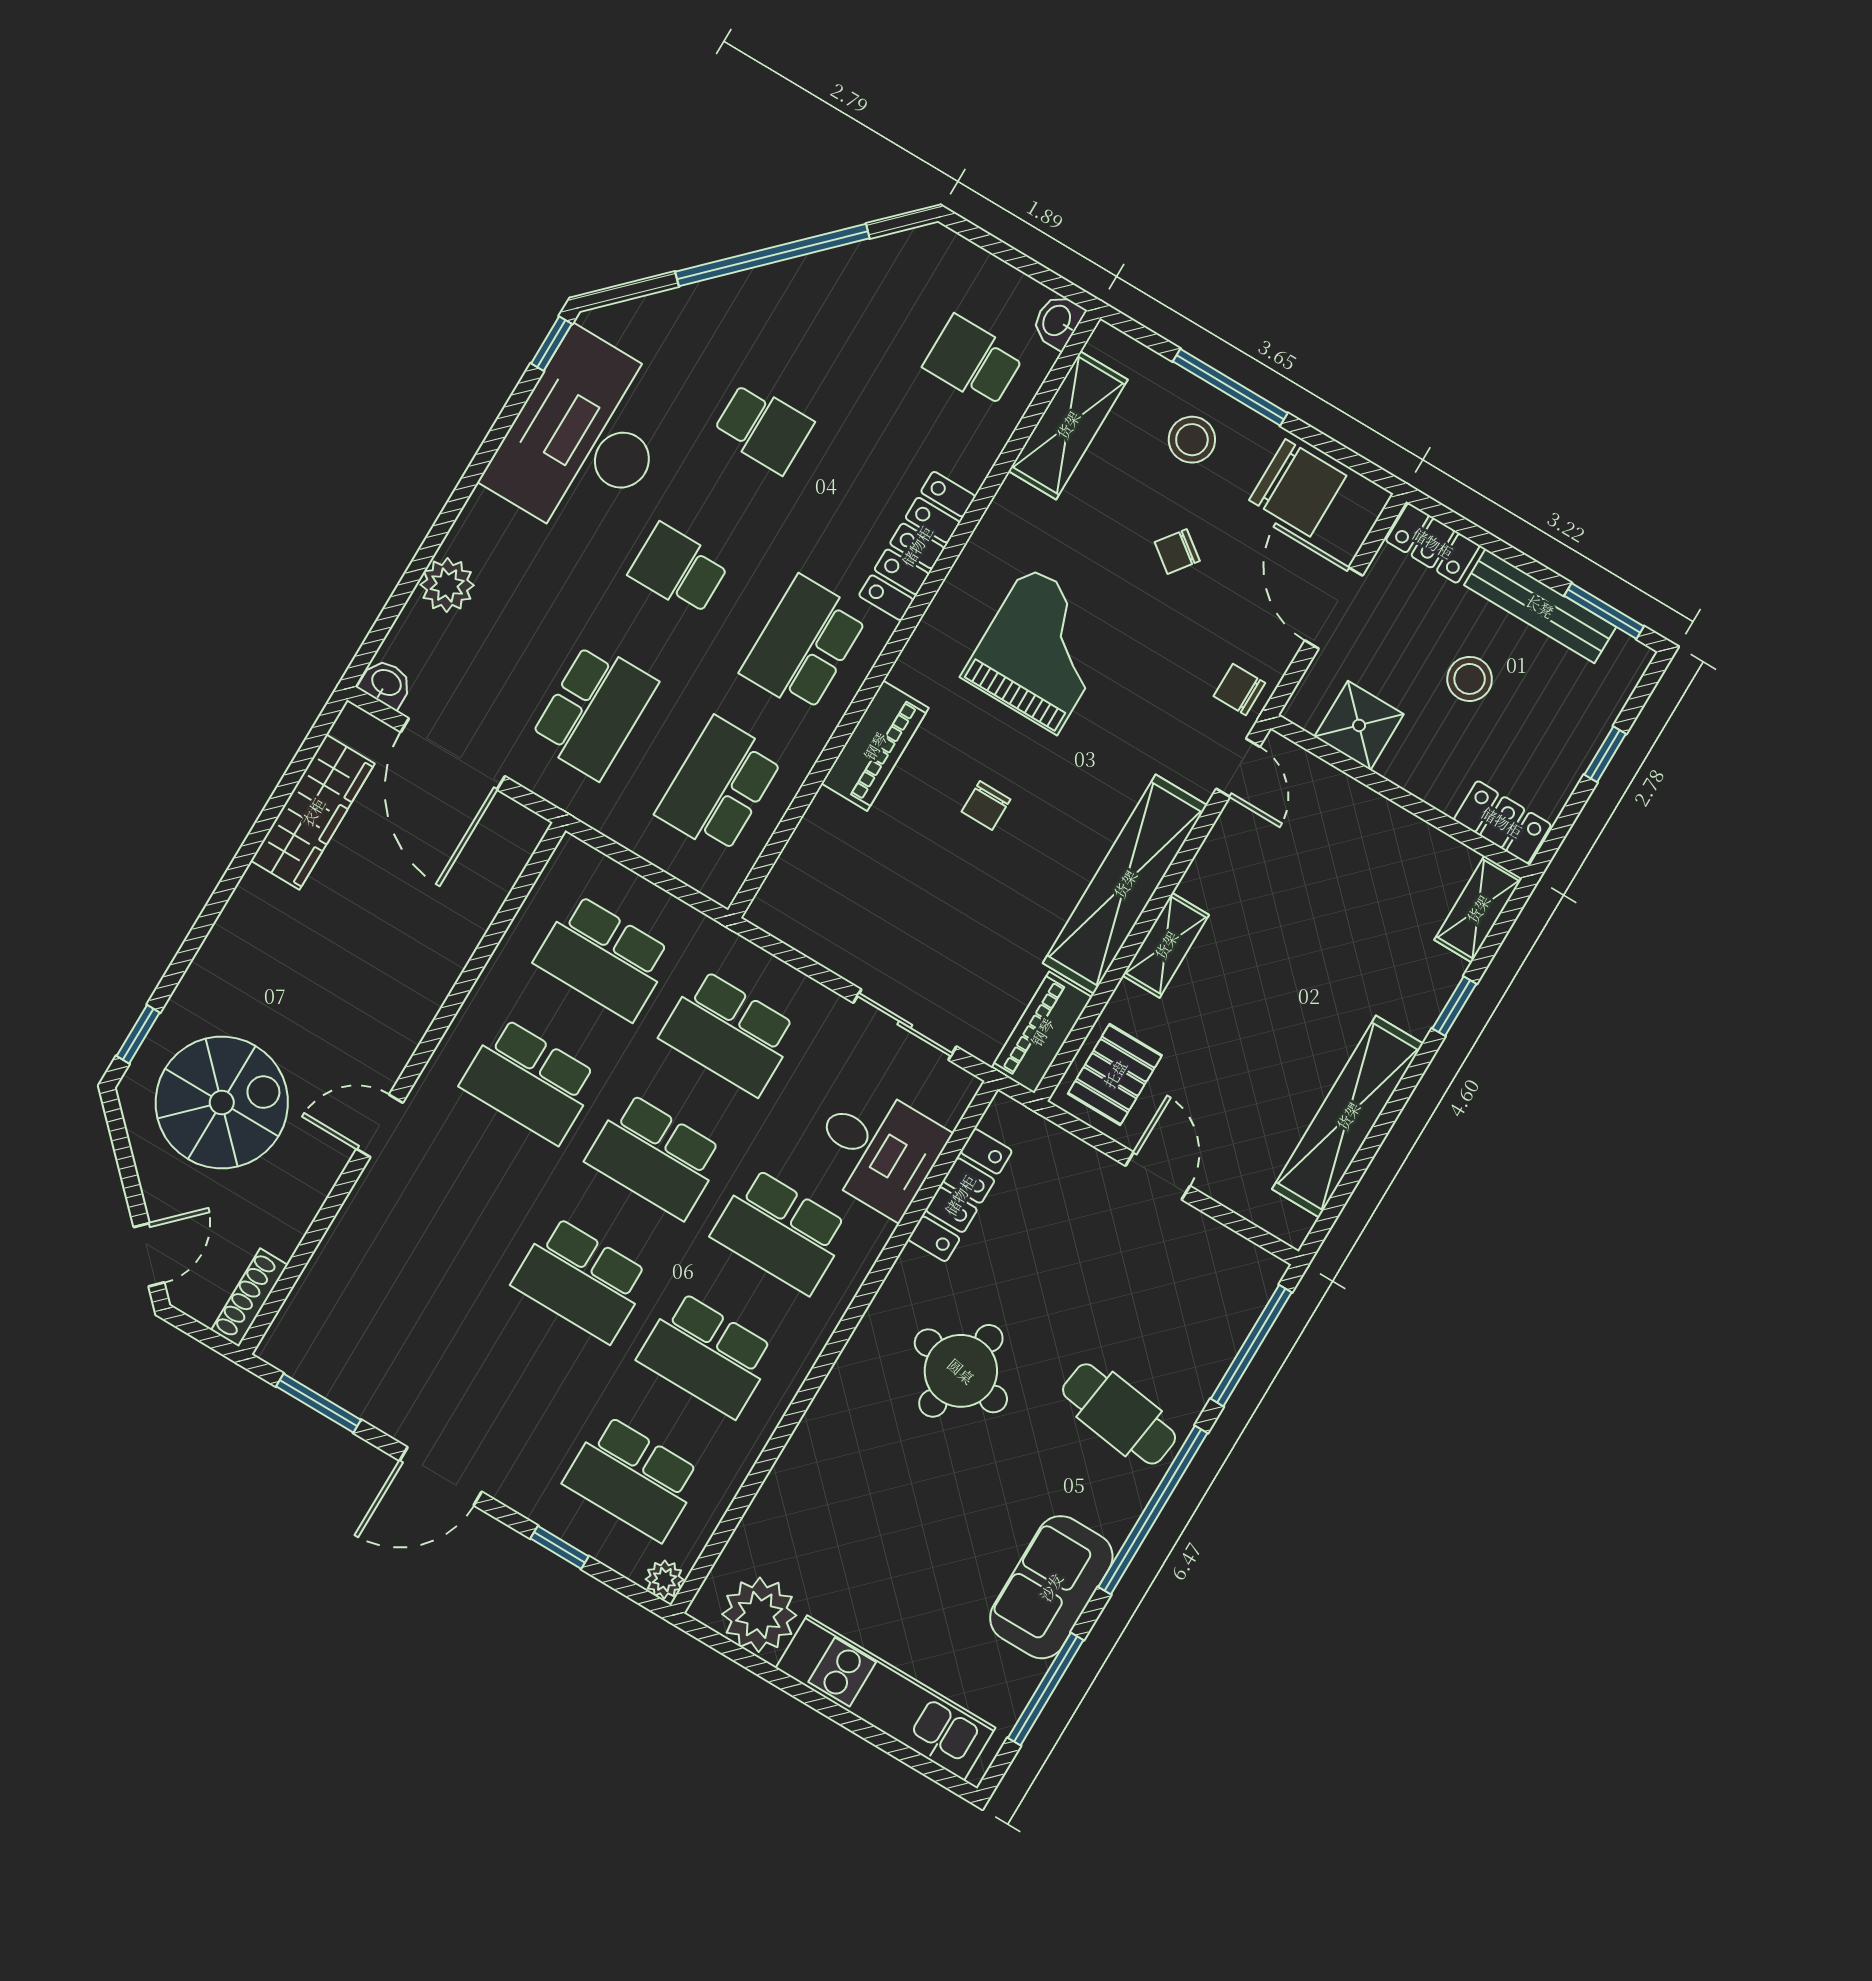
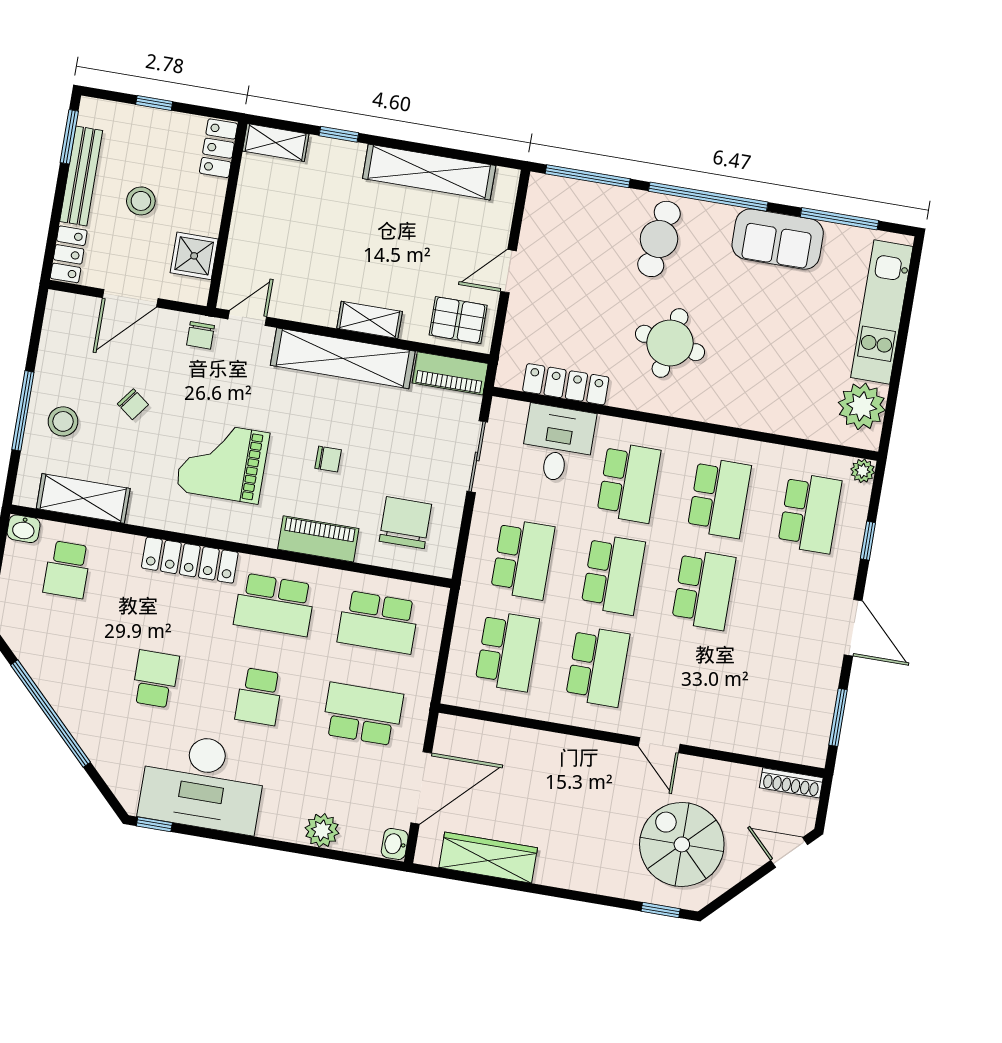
chair: (1298, 488) -> (405, 523), moved

